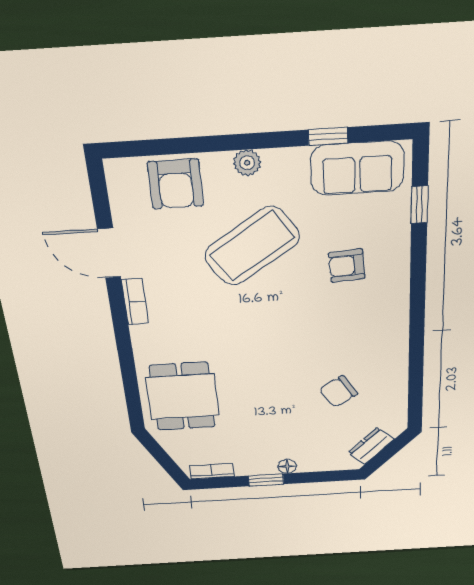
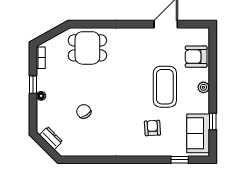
coffee table: (252, 246) -> (165, 87), turned 34
bookcase: (135, 302) -> (141, 32), removed
chair: (338, 392) -> (84, 111), moved

